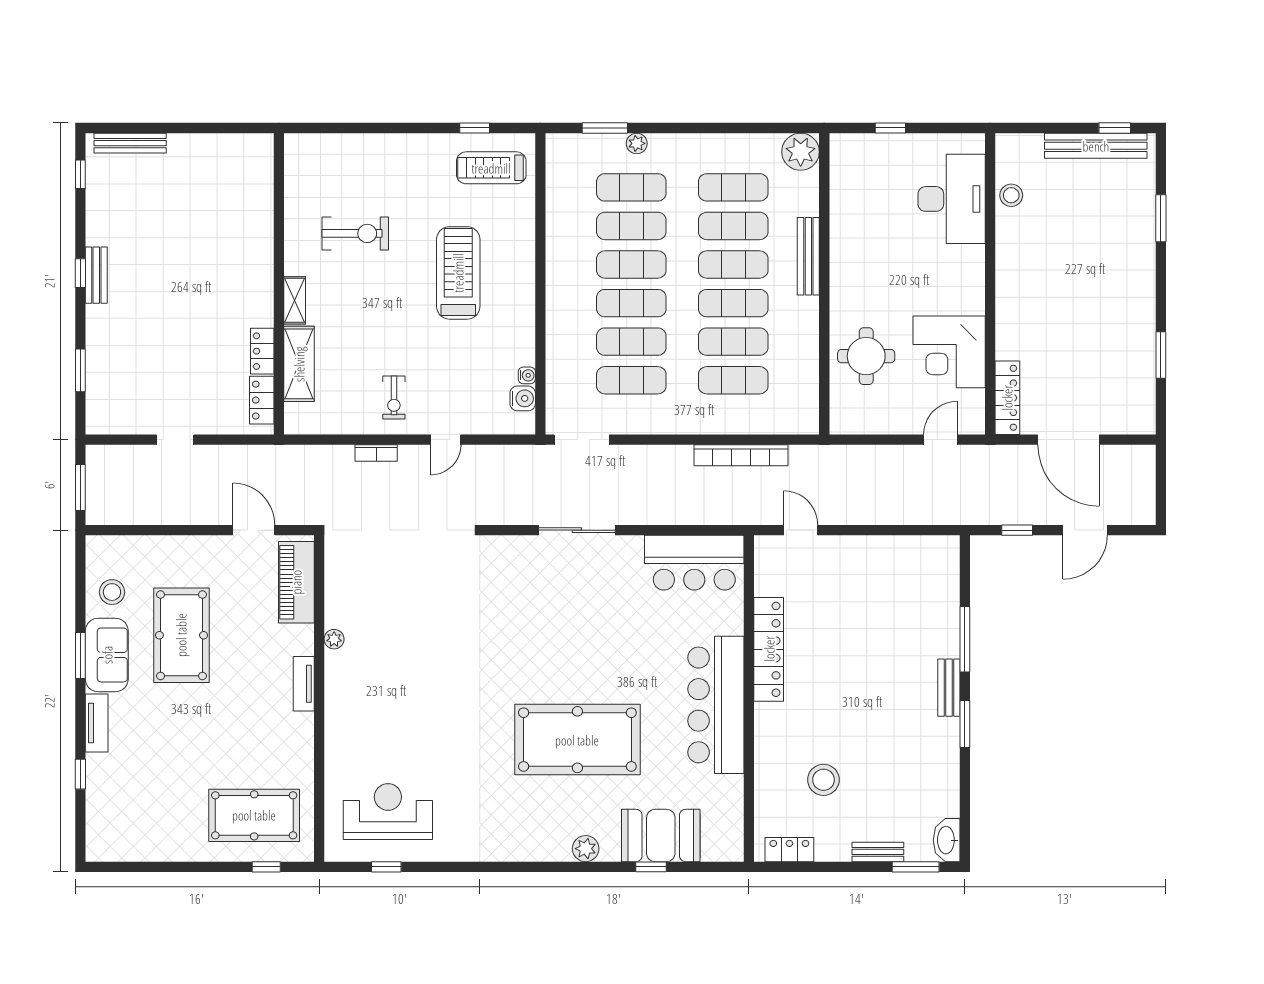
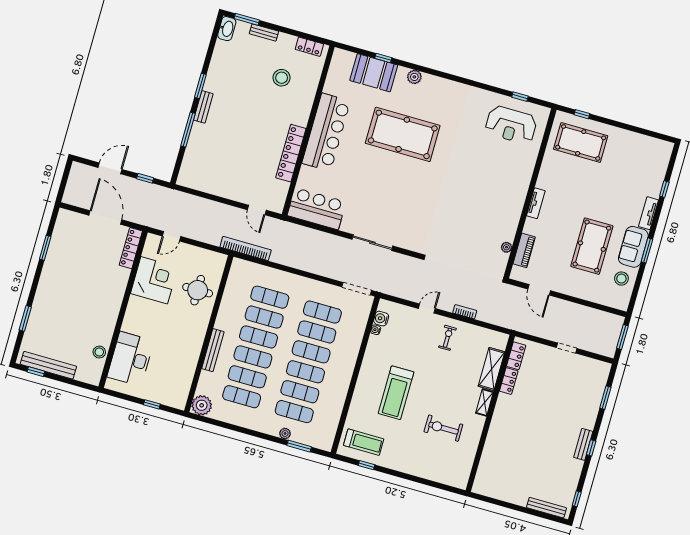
bookcase: (741, 455) -> (246, 248), moved
piano: (296, 582) -> (524, 250), width x0.73, depth x0.75
plant: (334, 639) -> (506, 247), moved

